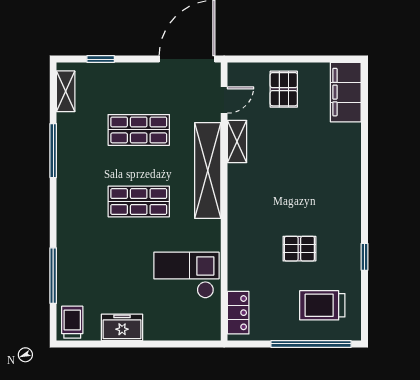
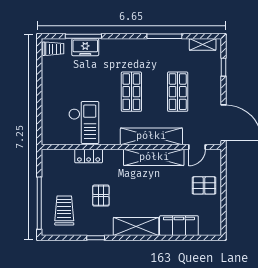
filing cabinet: (346, 92) -> (179, 226), moved
door: (224, 100) -> (197, 147), hinge flipped
shelving: (237, 141) -> (154, 157), width x2.20, depth x1.33
shelving: (347, 194) -> (136, 226), added
locker: (238, 313) -> (89, 156), moved
freezer: (122, 327) -> (85, 47), moved, turned 90

